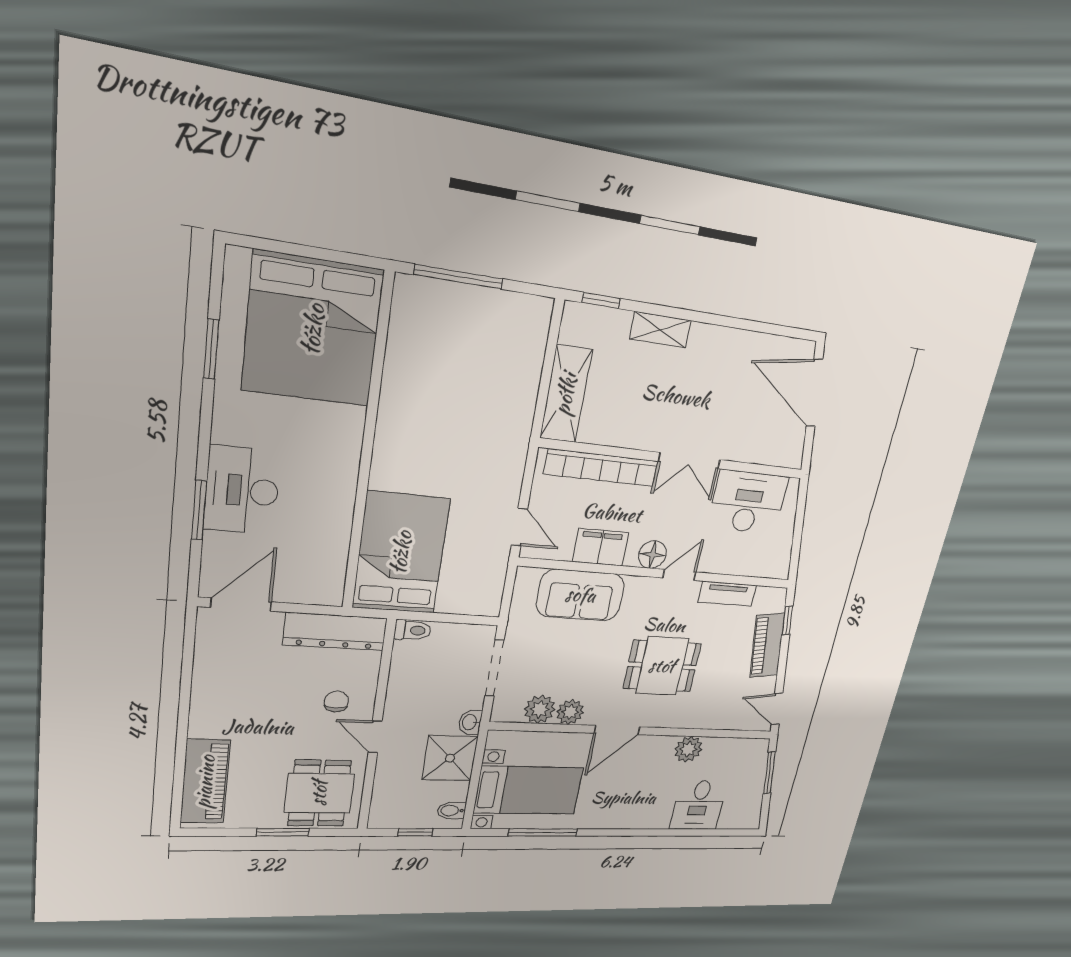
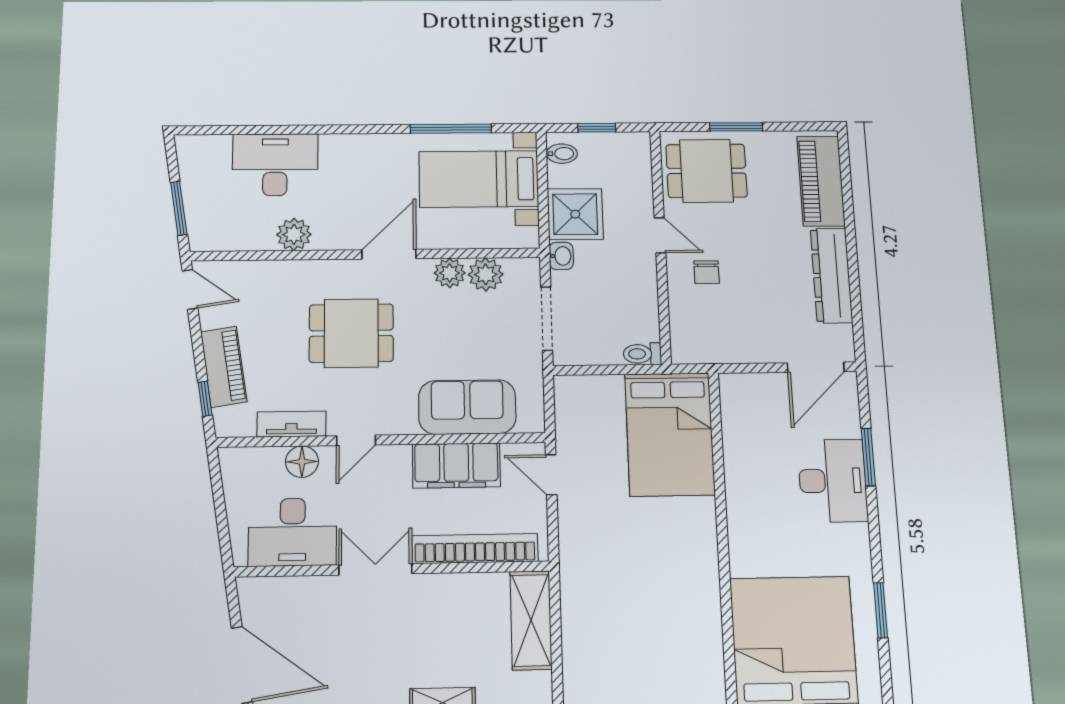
filing cabinet: (601, 547) -> (456, 465), width x1.50, depth x1.17
floor lamp: (652, 555) -> (302, 462), moved
dresser: (335, 632) -> (831, 275), moved, turned -90
dining table: (319, 793) -> (706, 171), turned 90
desk: (698, 805) -> (275, 165), width x1.37

